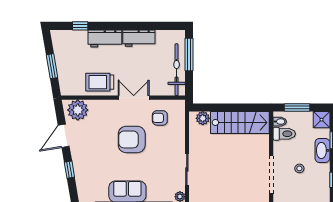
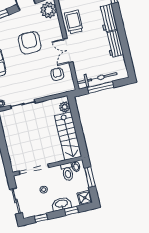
window: (189, 54) -> (101, 87), moved
double door: (134, 98) -> (68, 50), swing flipped
armchair: (132, 139) -> (30, 43), moved

